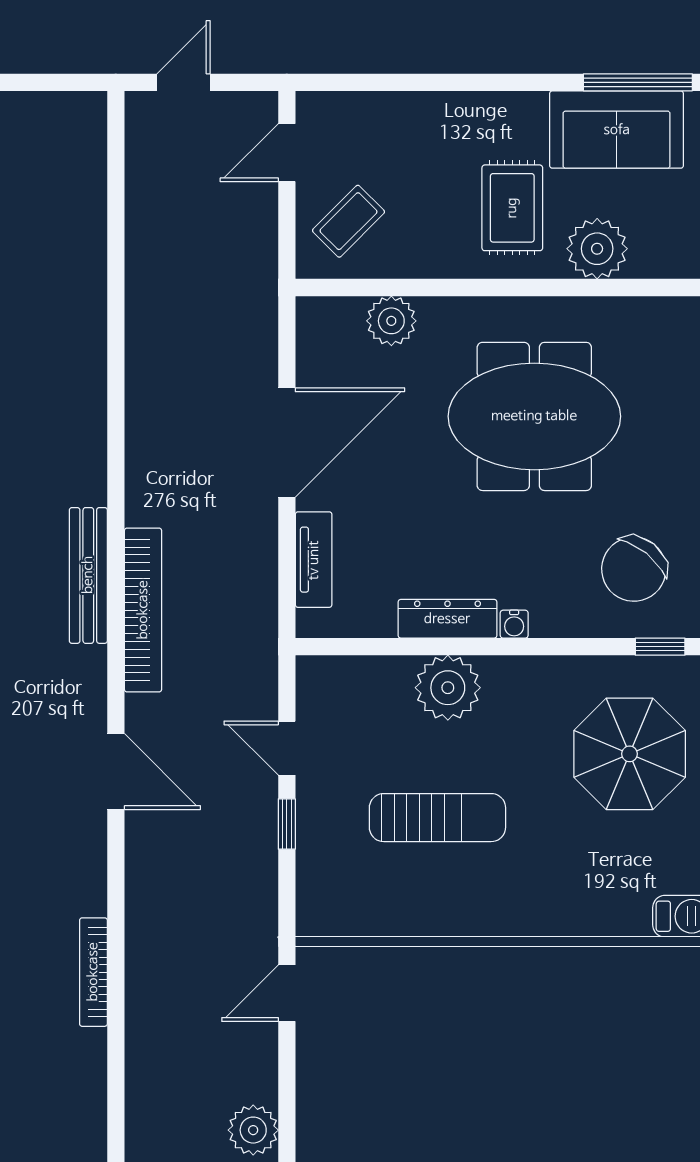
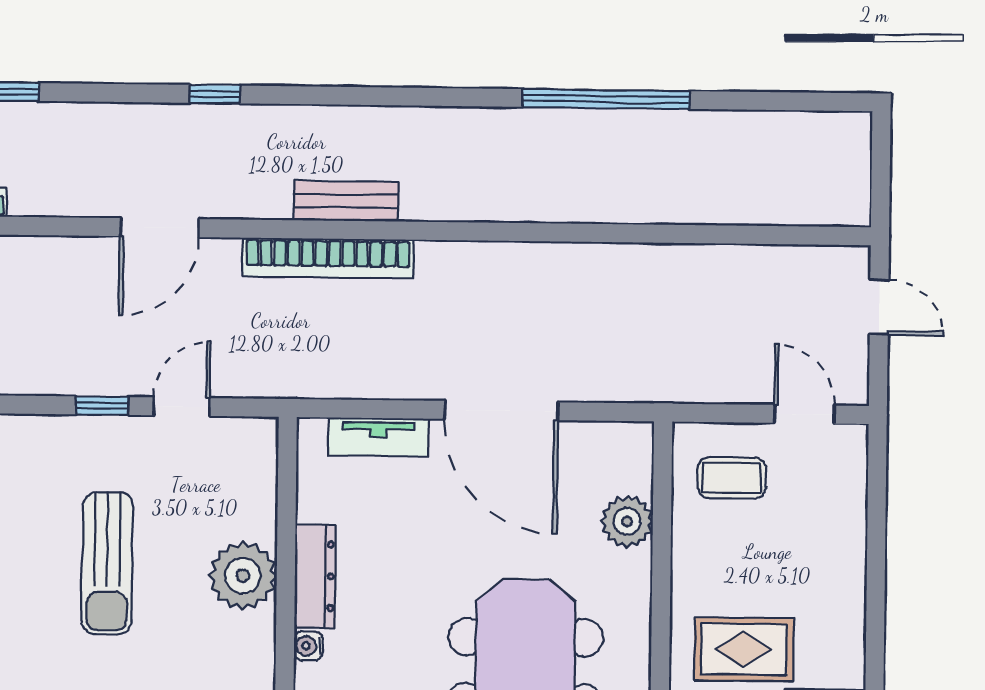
coffee table: (349, 221) -> (732, 478), turned -45
bench: (88, 575) -> (346, 201), width x0.73

